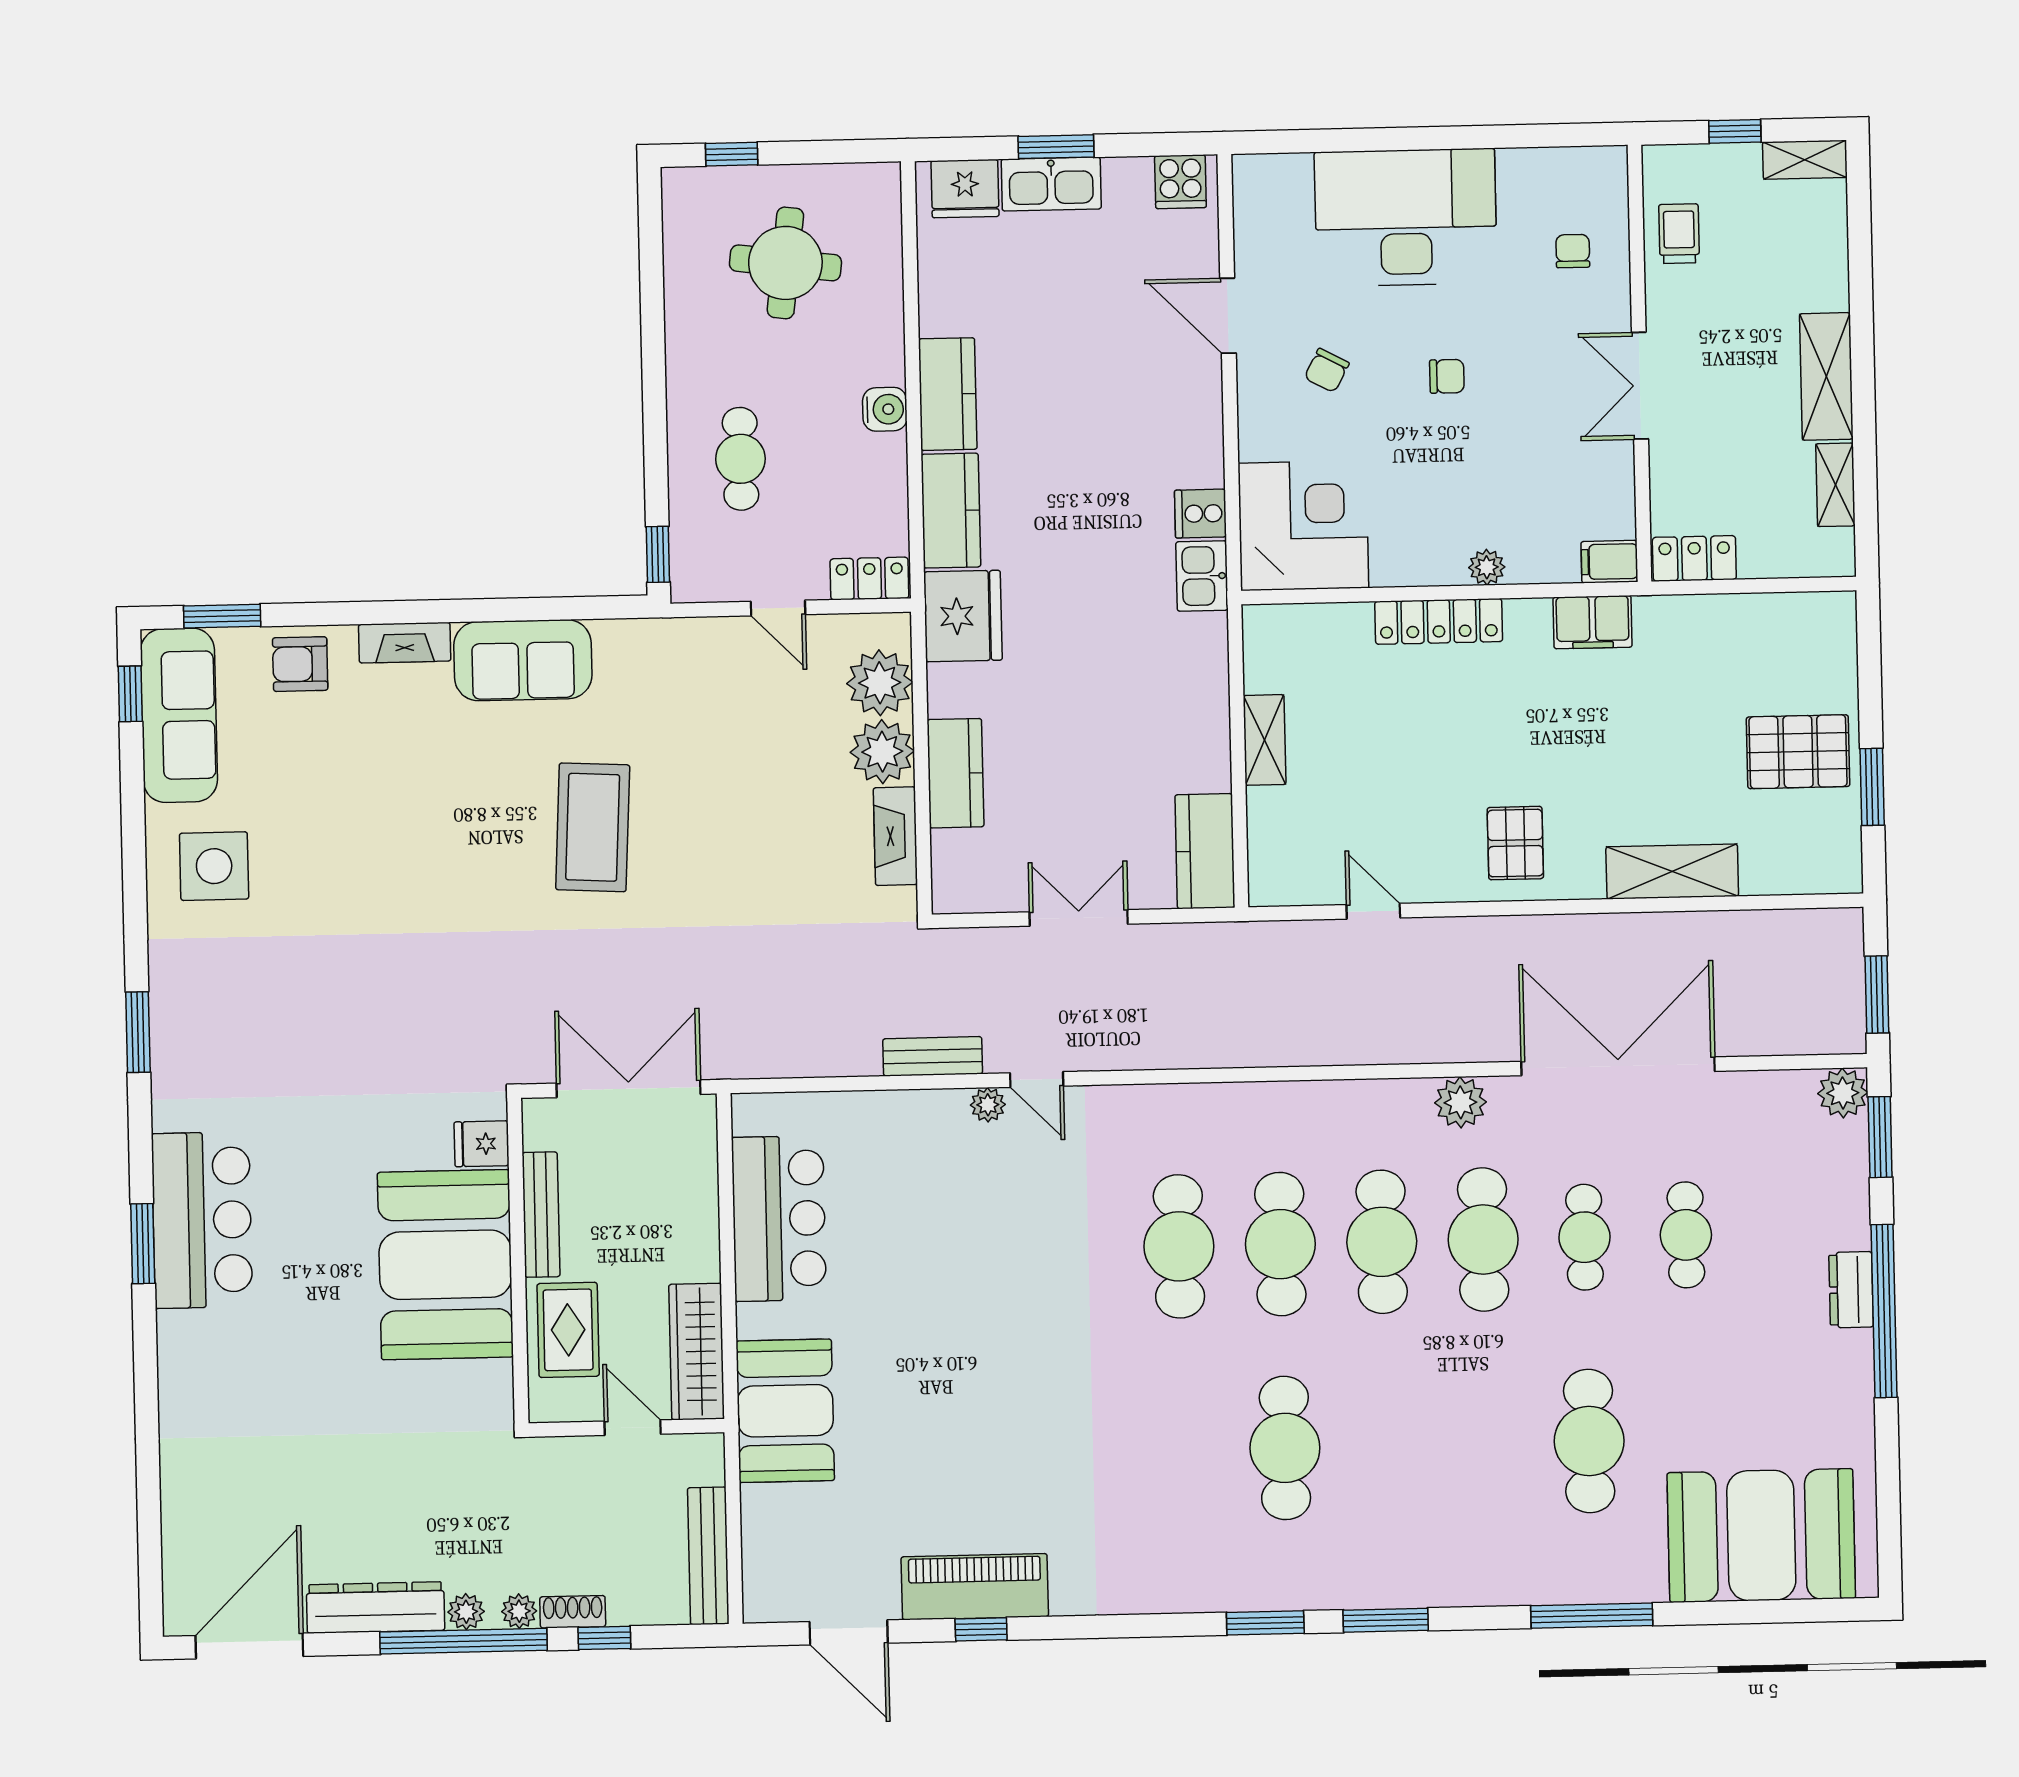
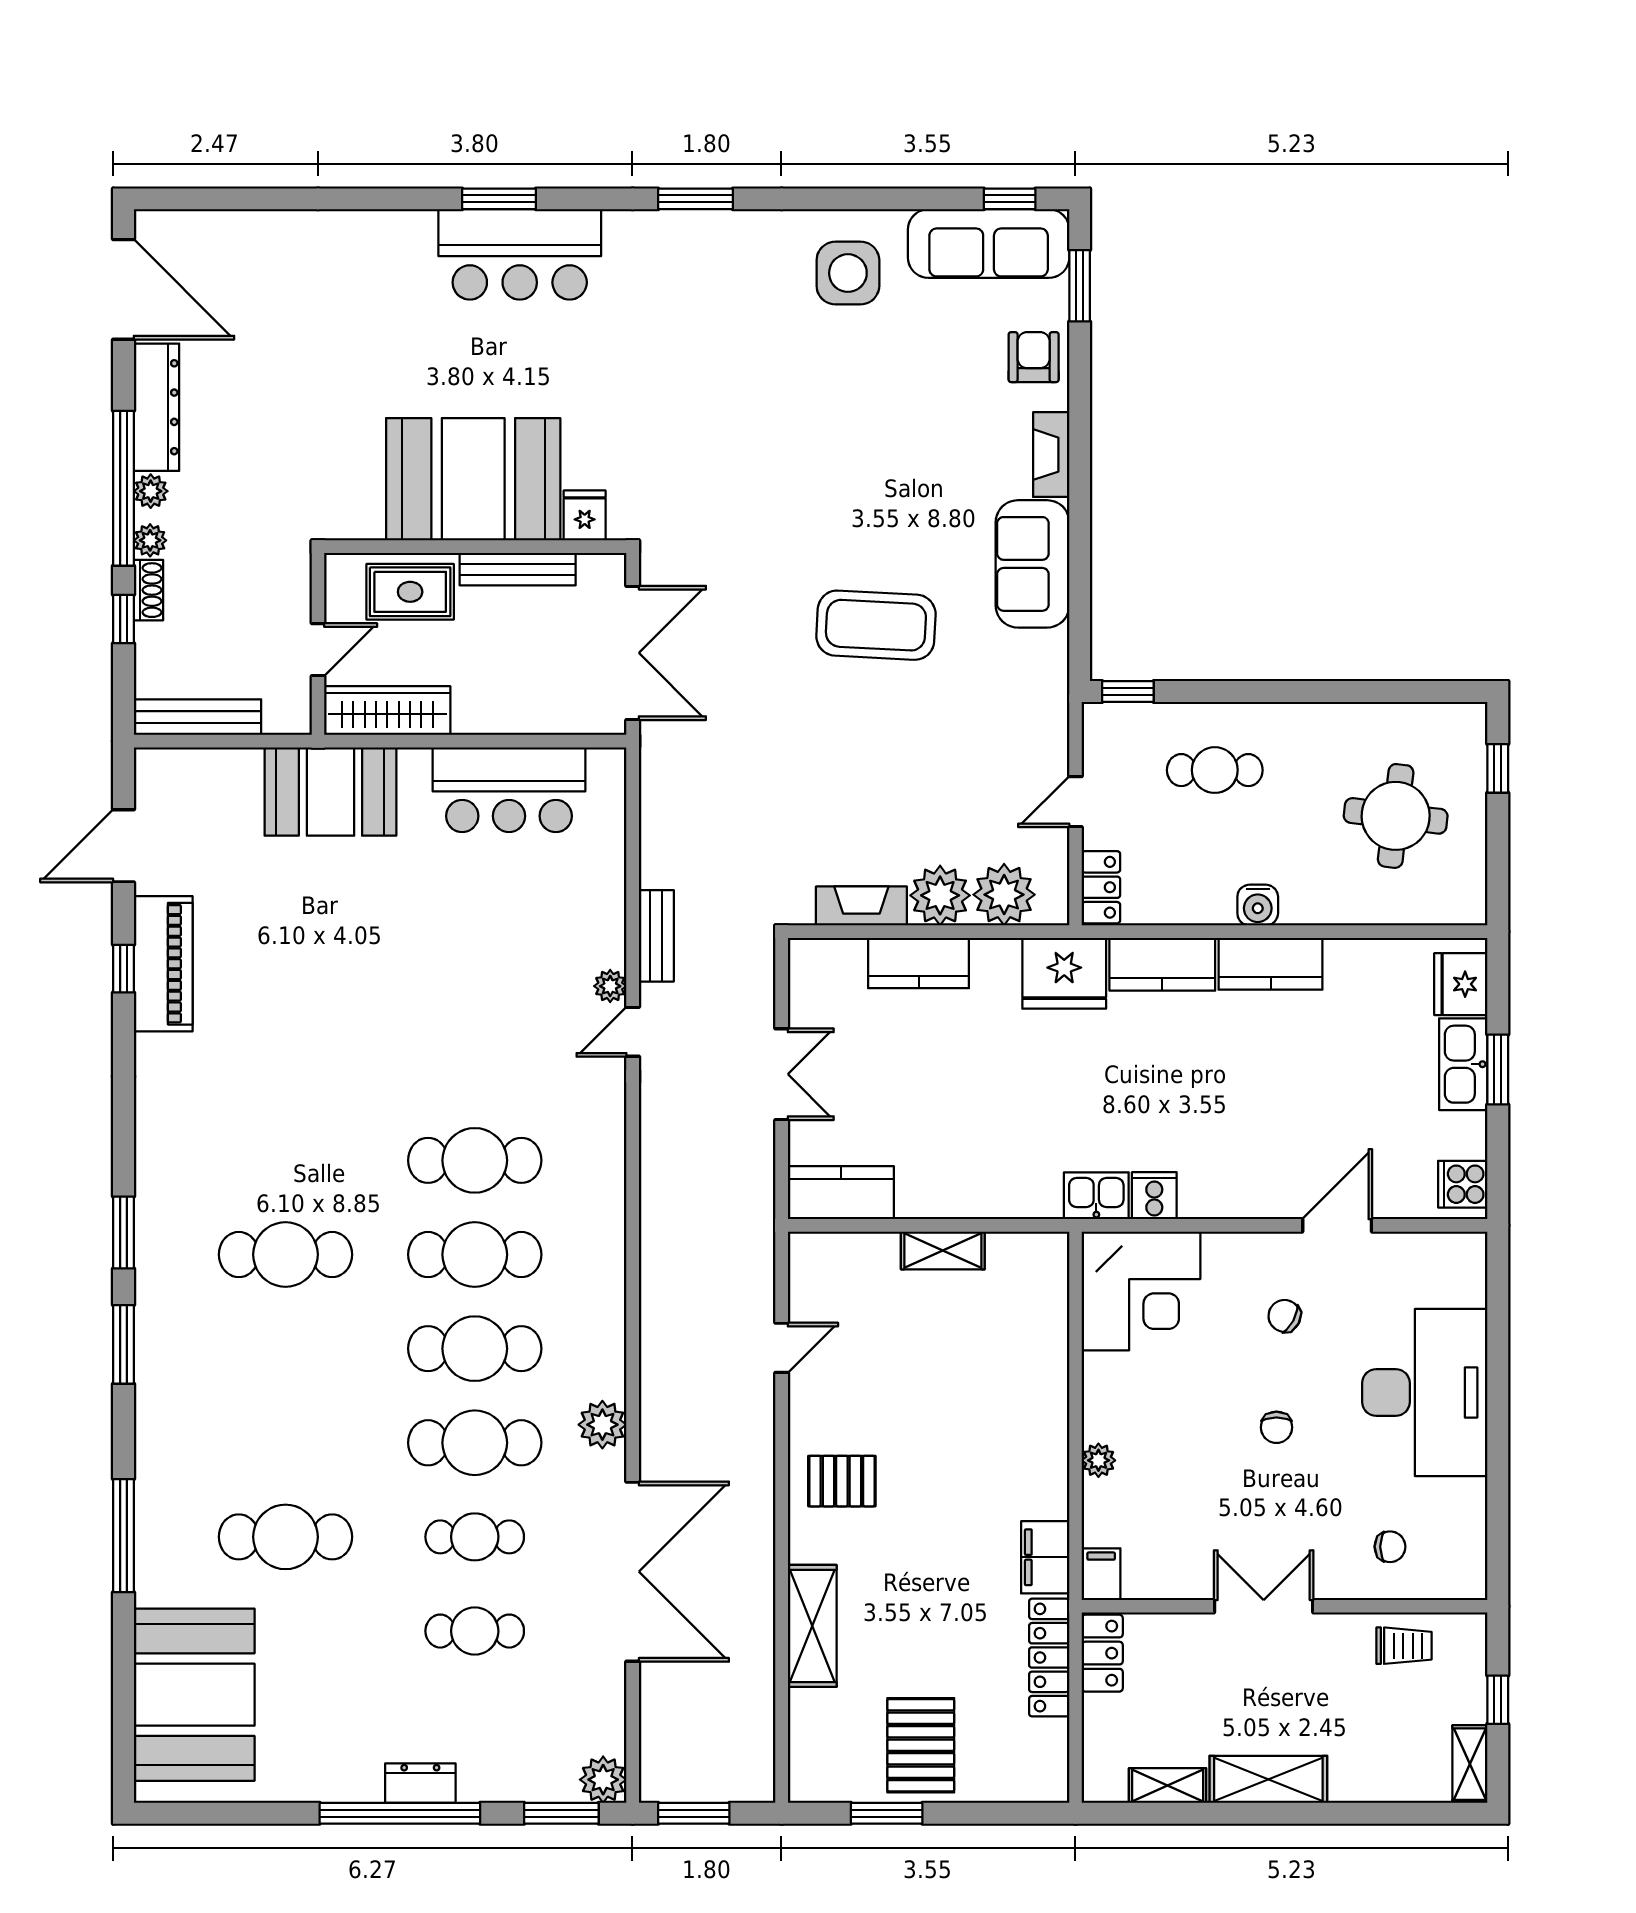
locker: (1439, 621) -> (1049, 1658), moved

